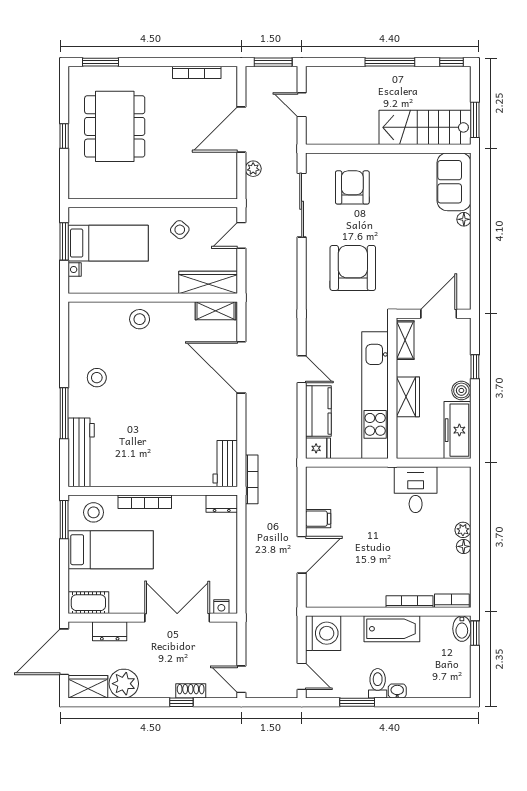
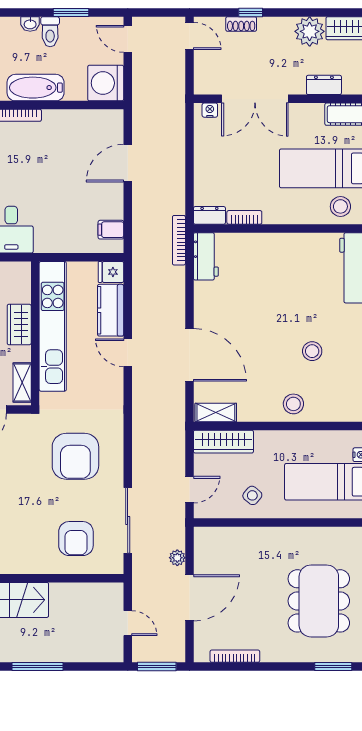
stool: (97, 378) -> (312, 351), moved
bookcase: (145, 502) -> (244, 217), moved, width x0.64
filing cabinet: (318, 519) -> (111, 230), moved

